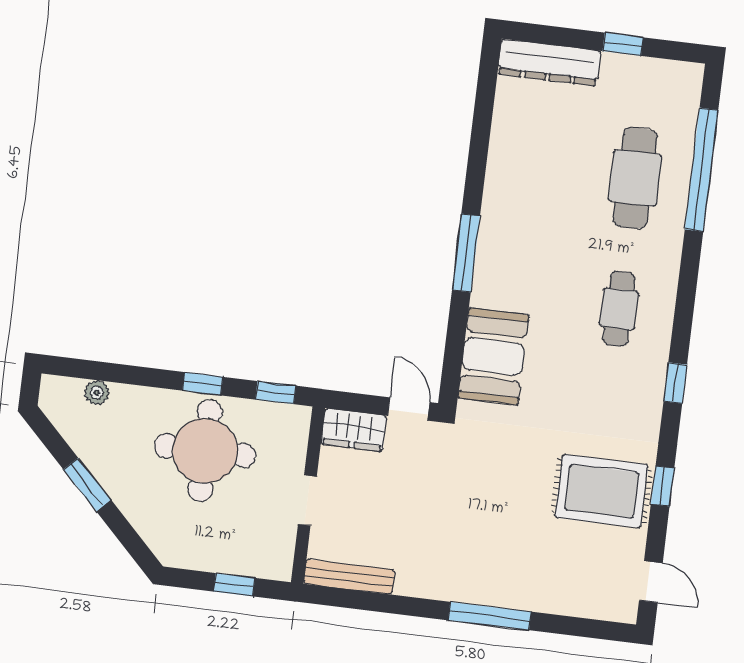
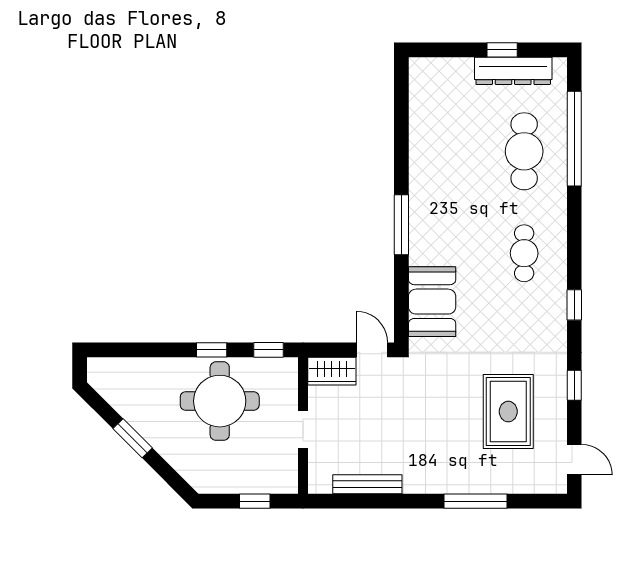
dresser: (549, 63) -> (513, 71), moved
plant: (97, 393) -> (131, 367), removed
rug: (602, 491) -> (508, 412), moved, turned 90
bench: (349, 577) -> (367, 484), moved
window: (490, 616) -> (475, 501), moved

